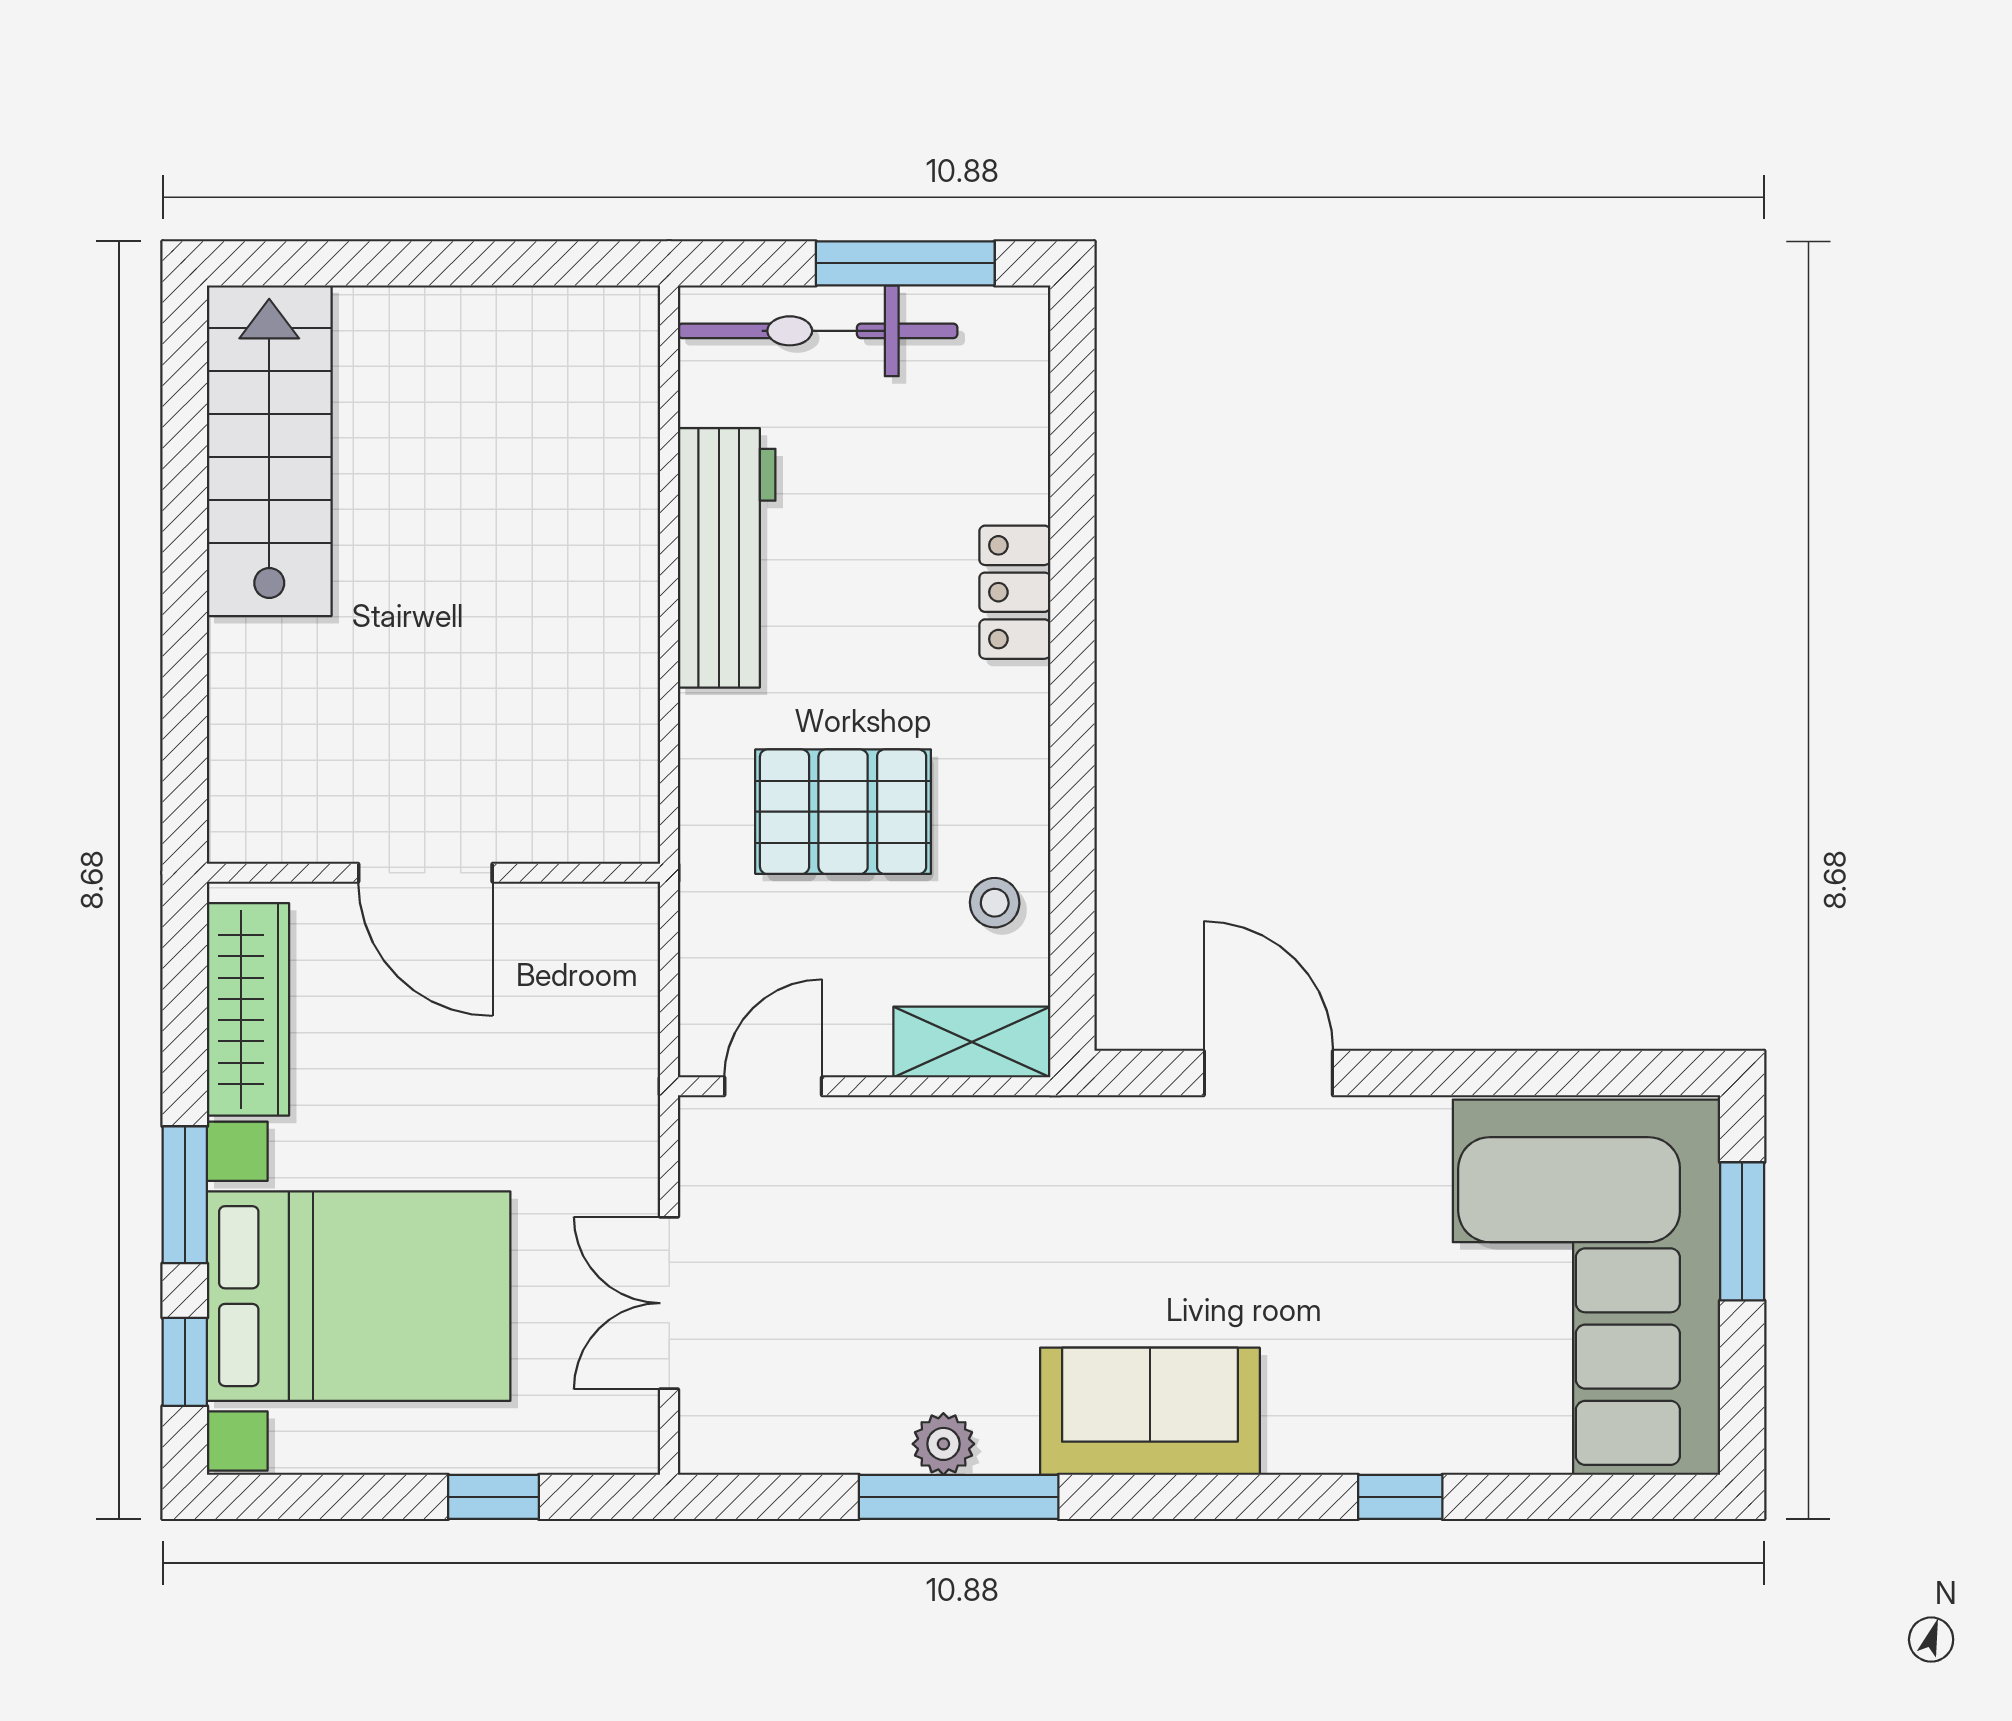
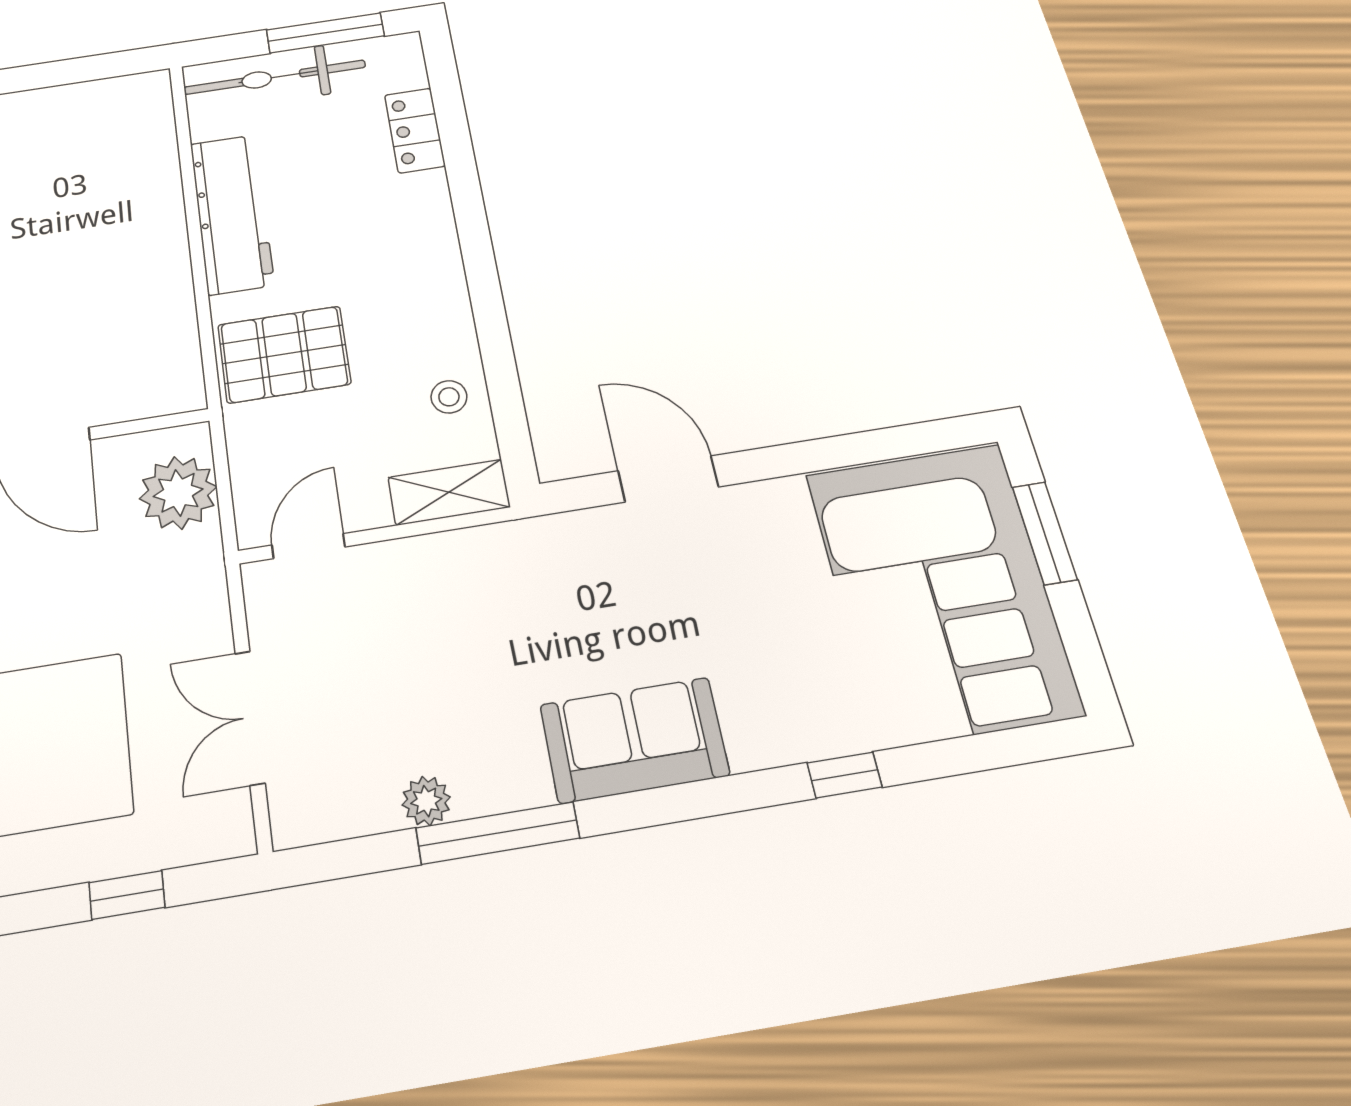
locker: (1015, 592) -> (415, 130), moved
pallet: (843, 812) -> (284, 354), moved
plant: (606, 981) -> (178, 493), added
plant: (943, 1444) -> (426, 801), moved

